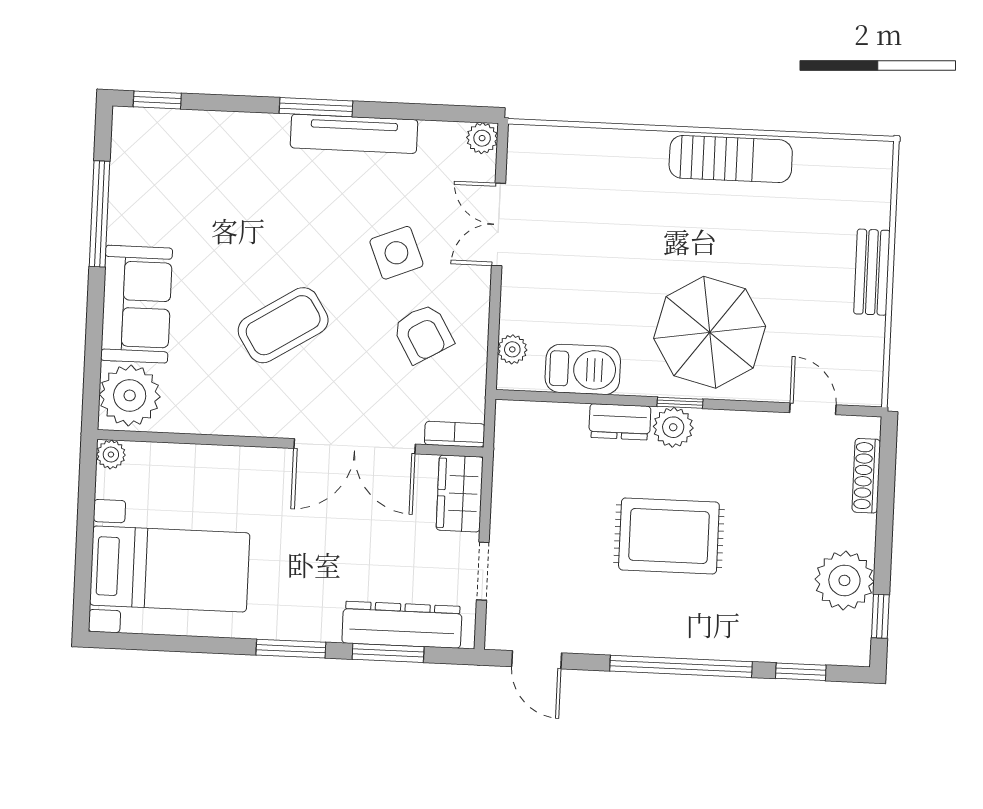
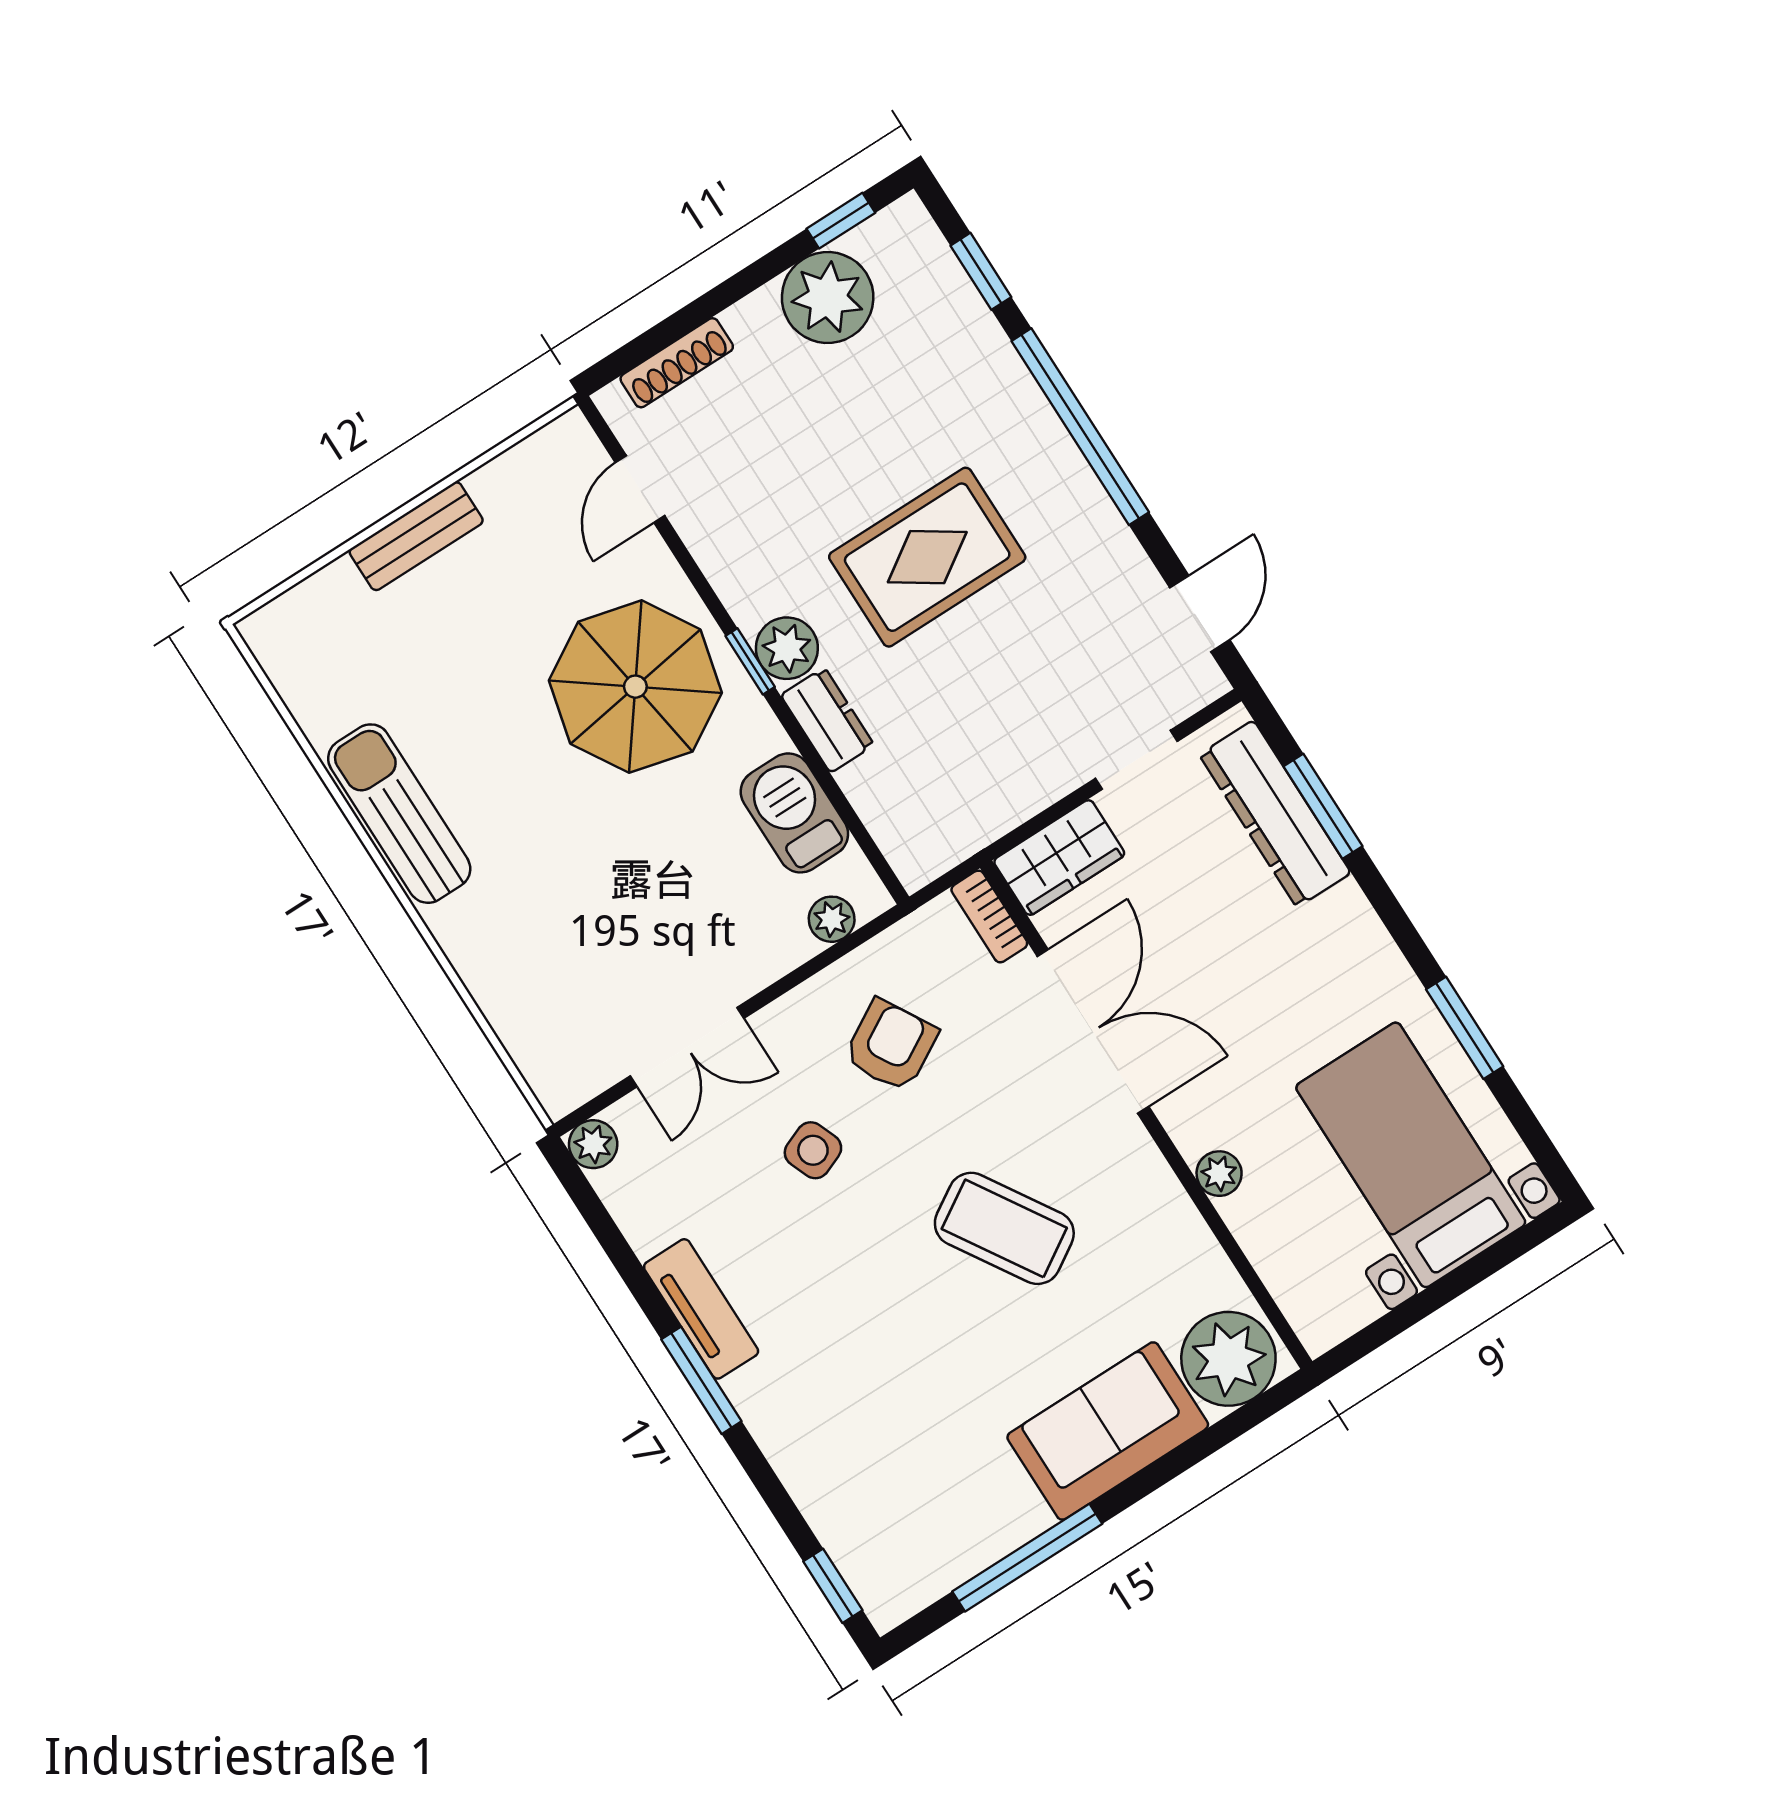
tv unit: (354, 134) -> (701, 1309), width x0.71
side table: (396, 253) -> (813, 1150), width x0.73, depth x0.73
plant: (111, 454) -> (1219, 1174), moved
rug: (669, 536) -> (927, 557), turned 90
window: (291, 649) -> (1465, 1028), moved

